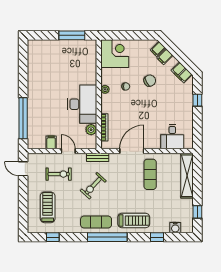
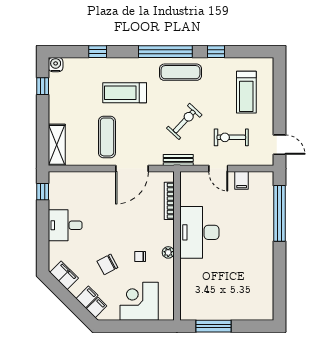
corner desk: (115, 54) -> (139, 301), moved, turned 90
window: (197, 100) -> (43, 192), moved
plant: (91, 130) -> (187, 198), removed
desk: (172, 137) -> (65, 225), moved, turned -90
shelving: (187, 176) -> (57, 145), width x0.68
treadmill: (134, 221) -> (125, 93), moved
water cooler: (175, 228) -> (56, 65), moved
window: (53, 237) -> (216, 52), moved

